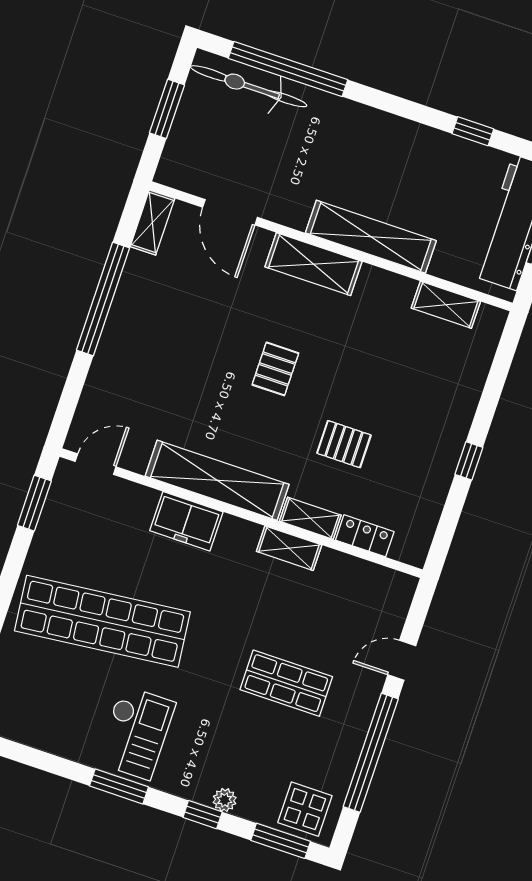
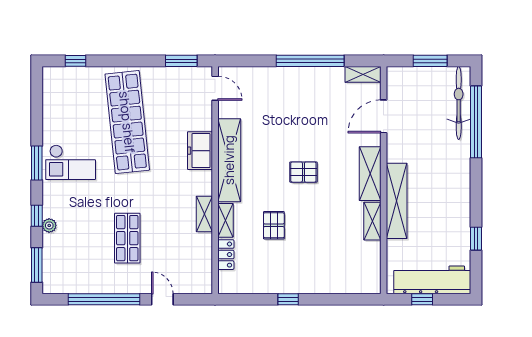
shelving: (446, 305) -> (372, 221), moved
display table: (305, 809) -> (59, 273), removed

